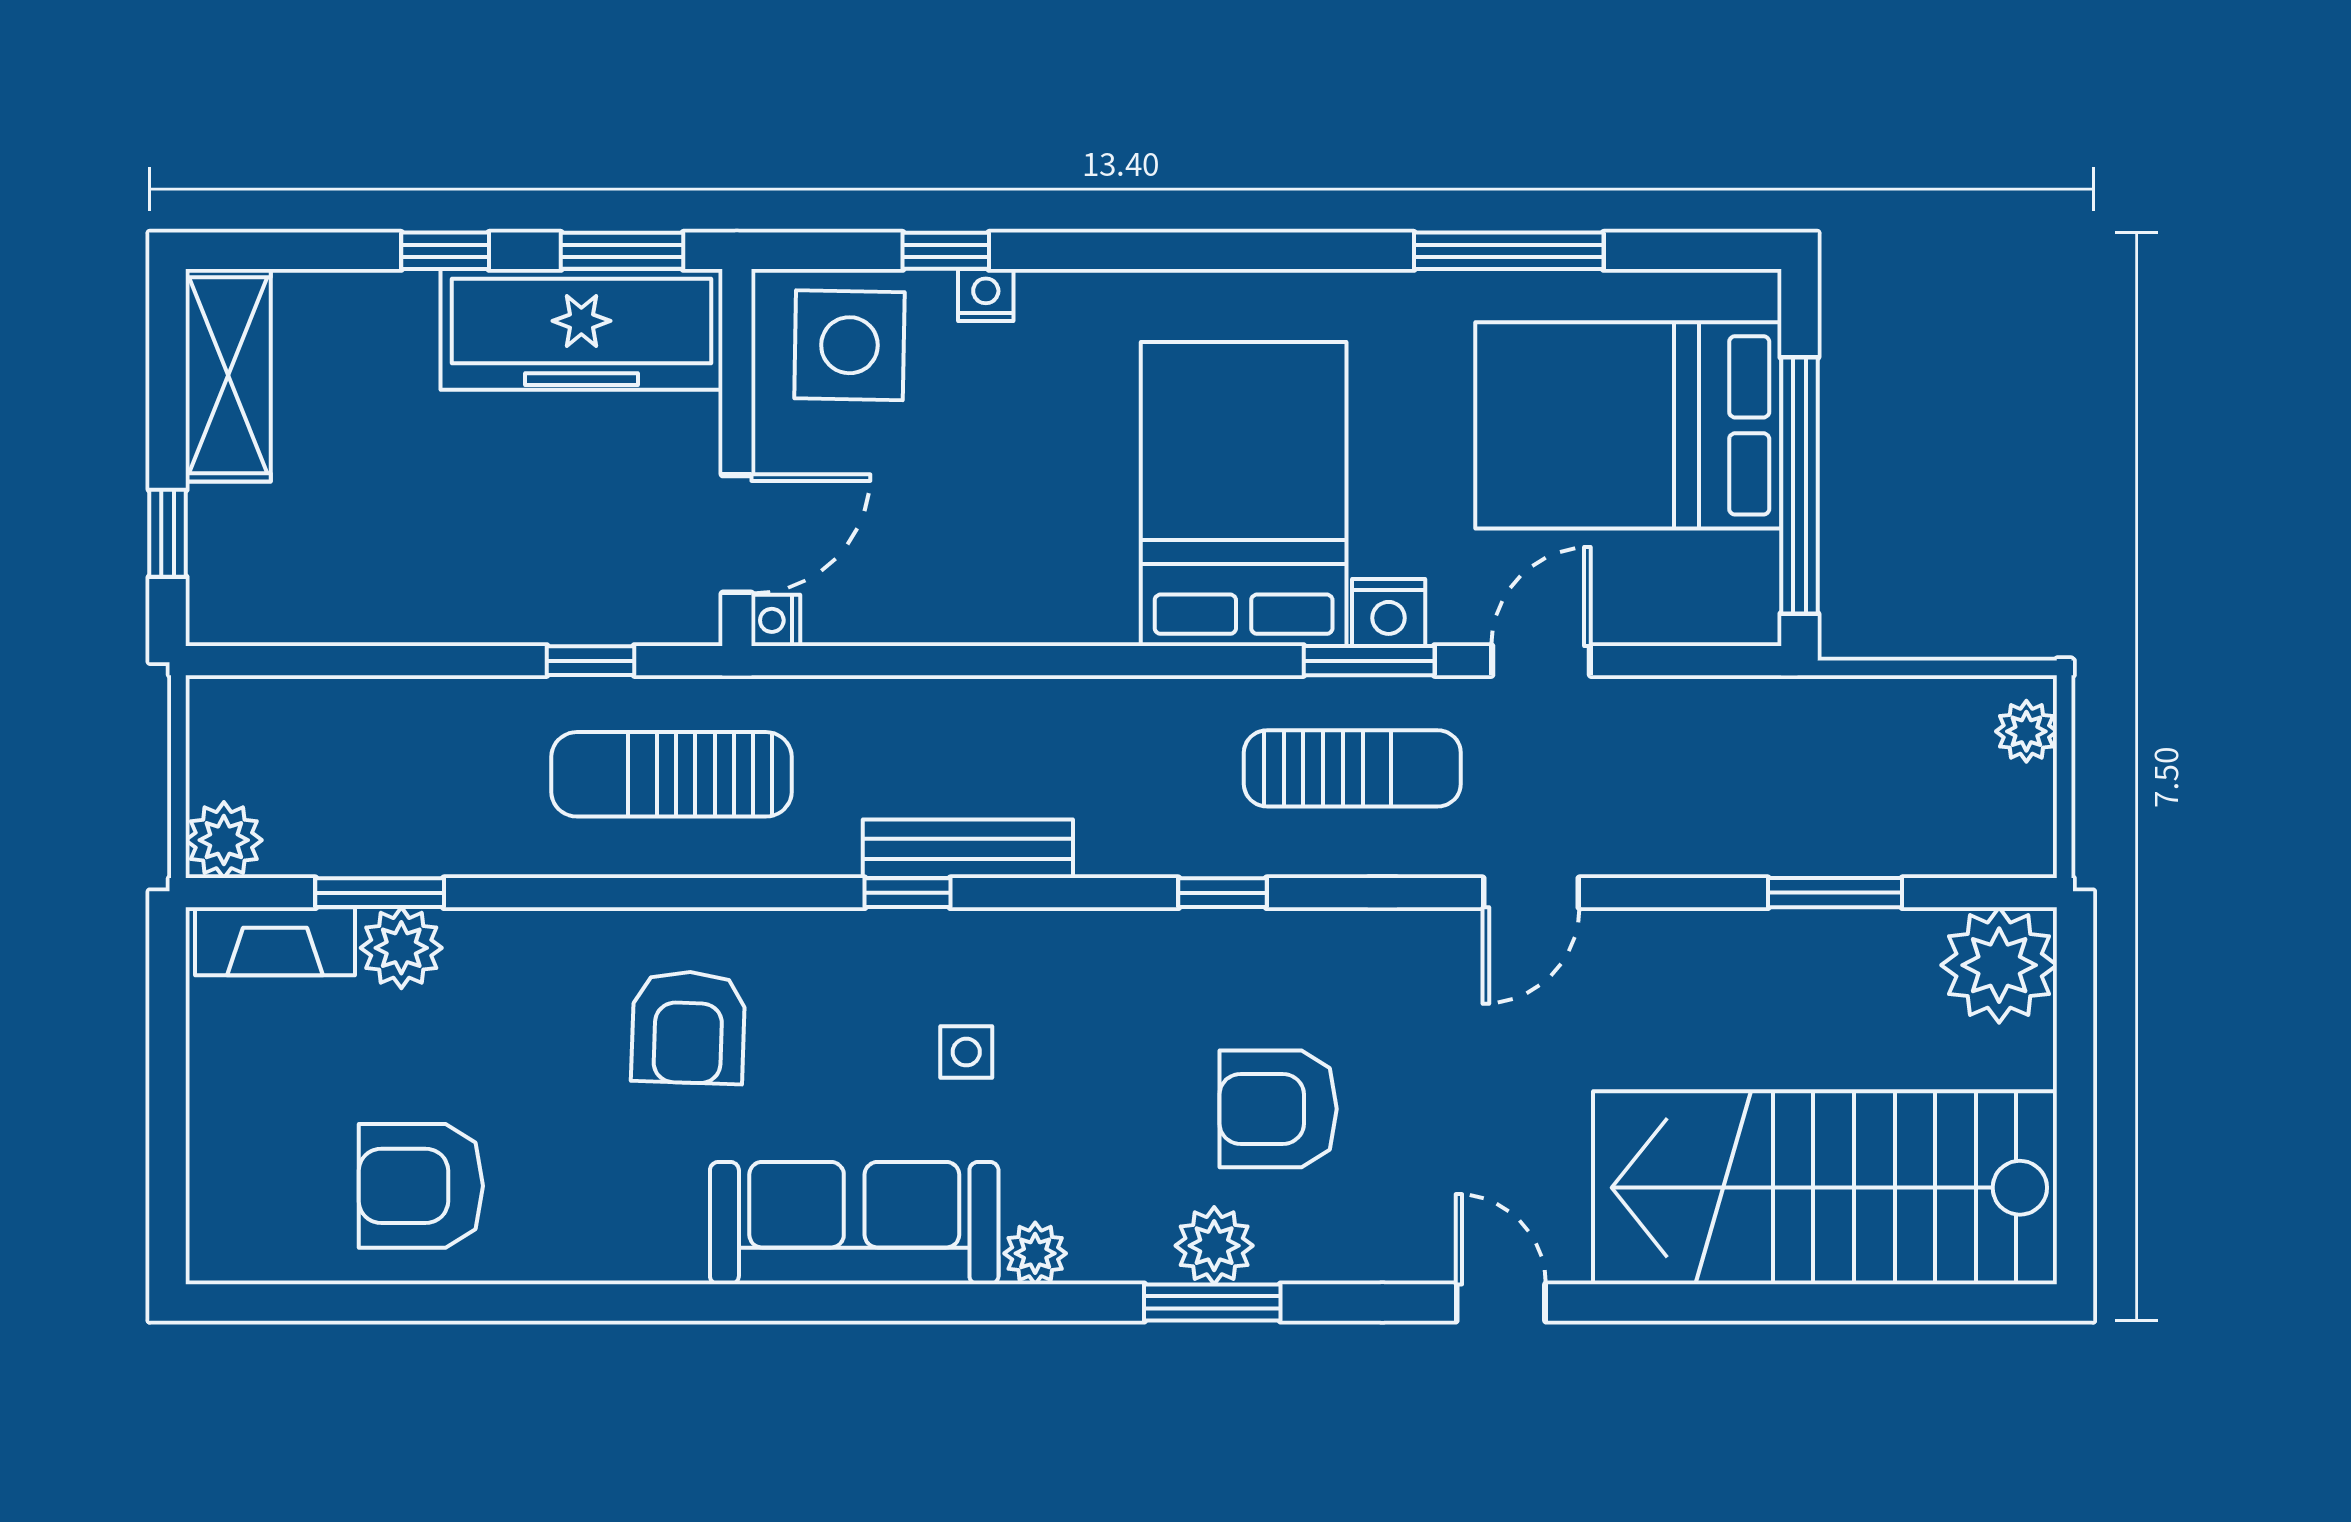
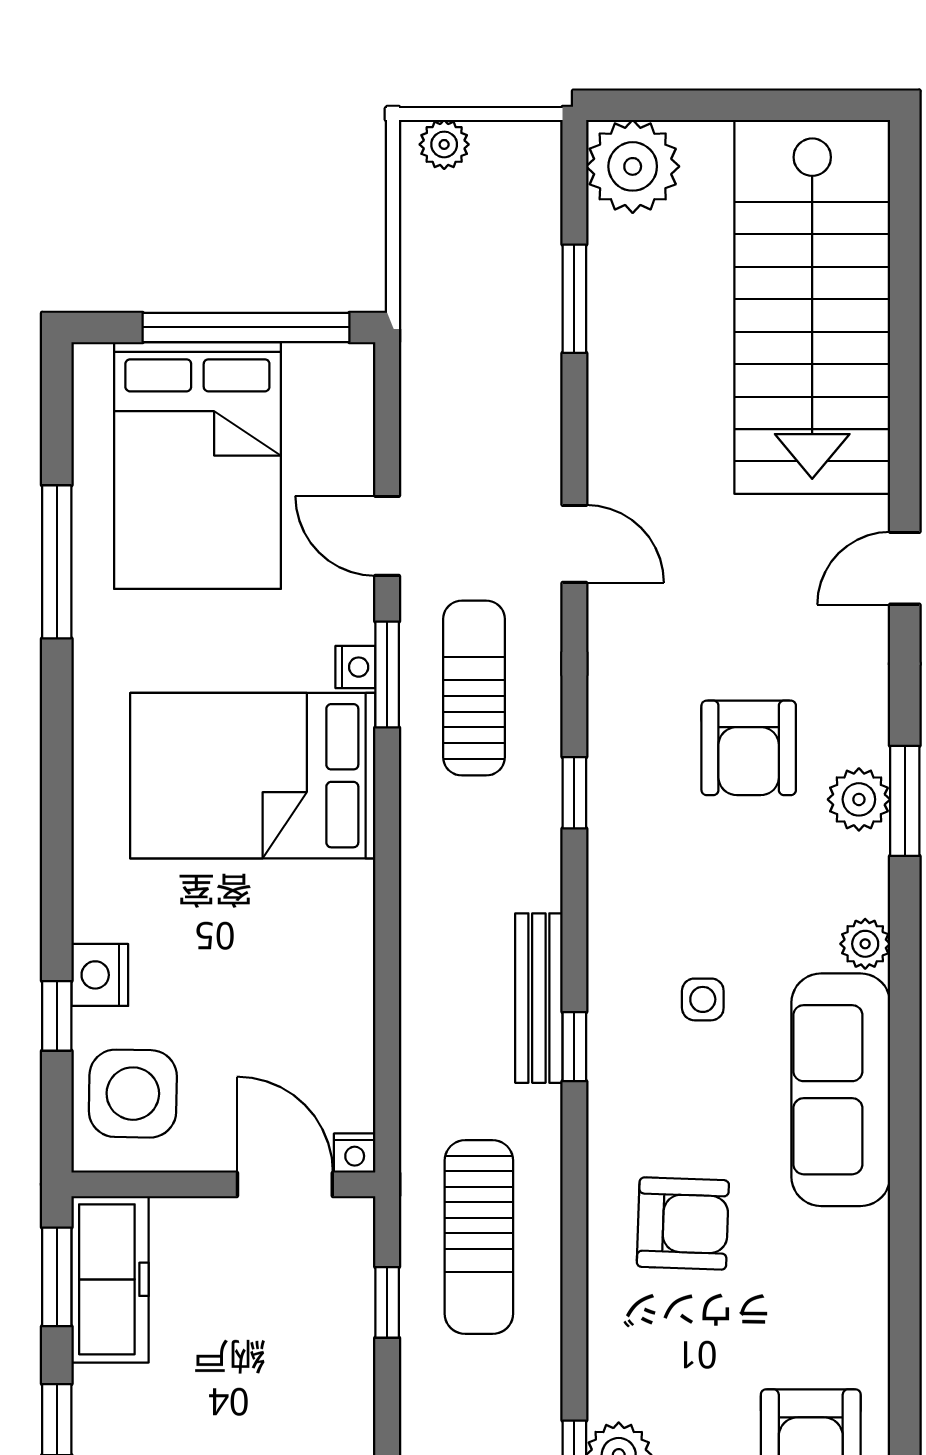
nightstand: (986, 295) -> (100, 975), width x1.39, depth x1.35
freezer: (581, 329) -> (110, 1279), width x0.73, depth x0.79
nightstand: (1389, 613) -> (355, 667), width x0.72, depth x0.74

